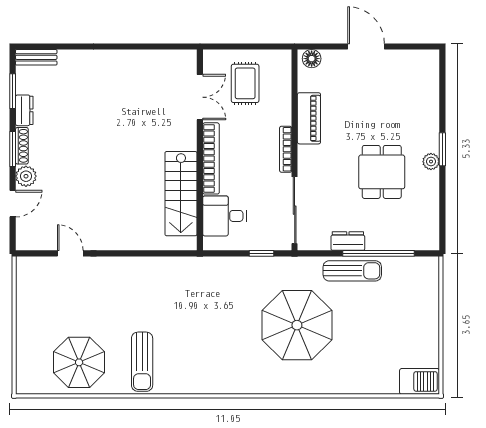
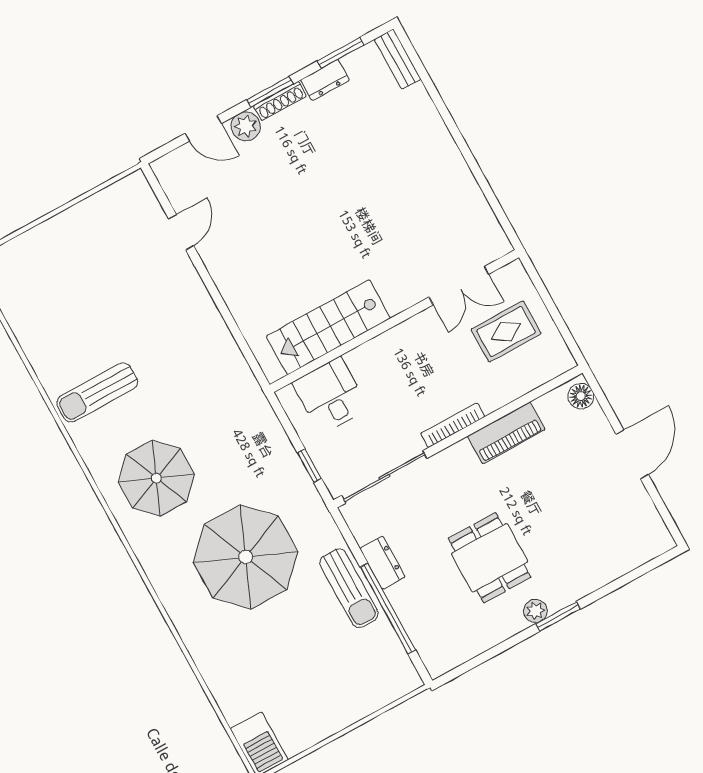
bookcase: (211, 158) -> (391, 340), removed
dining table: (382, 172) -> (490, 558), turned 90
parasol: (79, 362) -> (156, 478), moved

